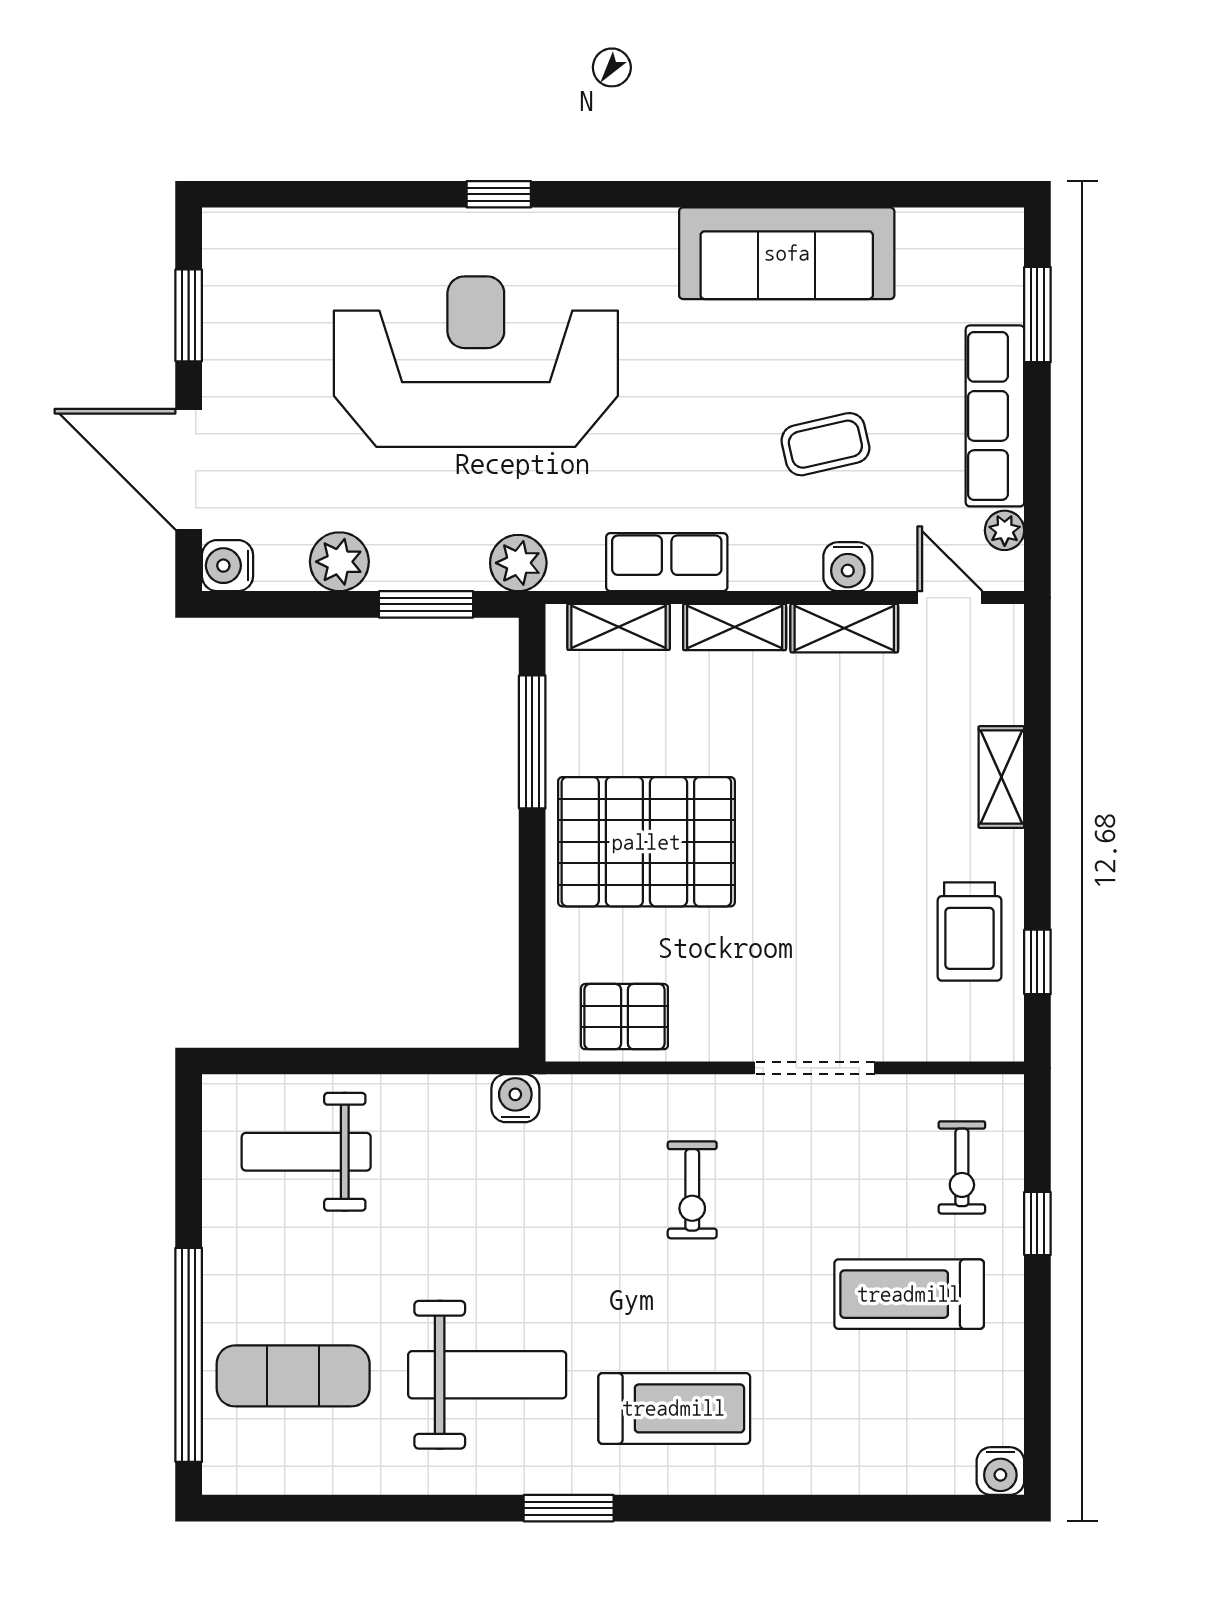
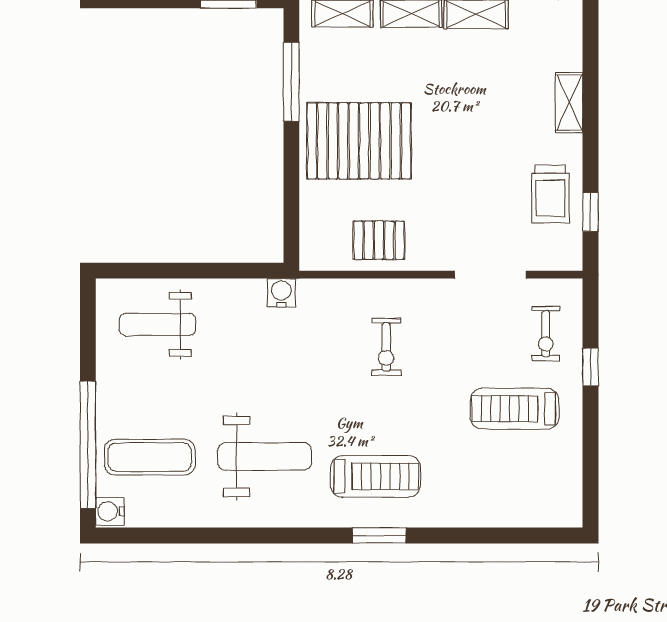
pallet: (624, 1017) -> (379, 240), moved
doorway: (815, 1068) -> (490, 275), moved
water cooler: (1000, 1471) -> (110, 511), moved, turned 90
window: (569, 1508) -> (379, 535), moved

